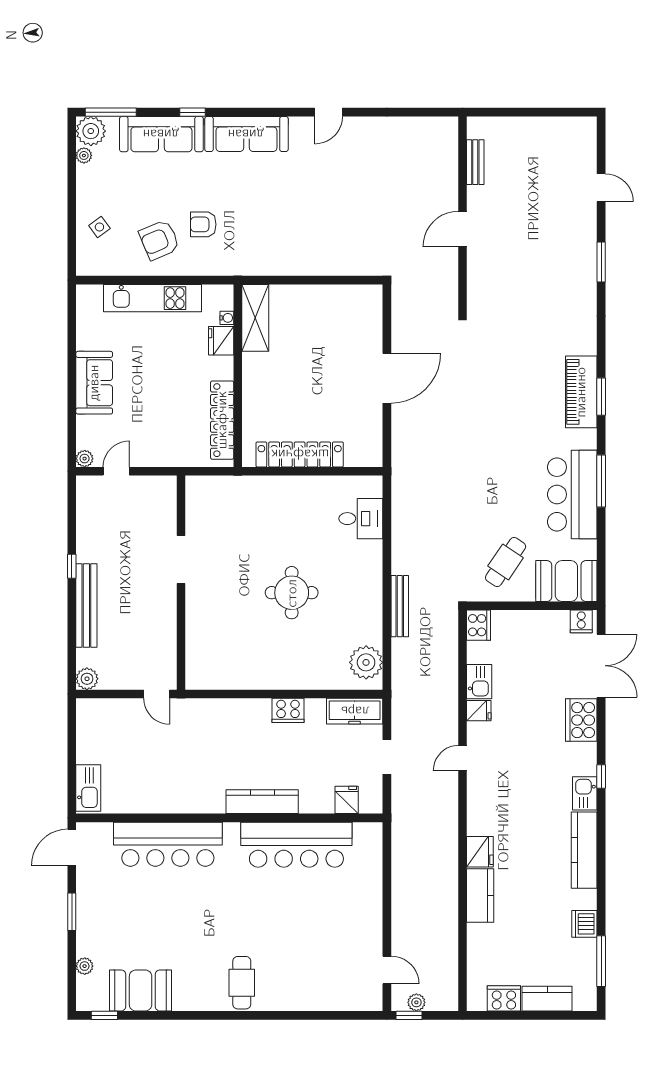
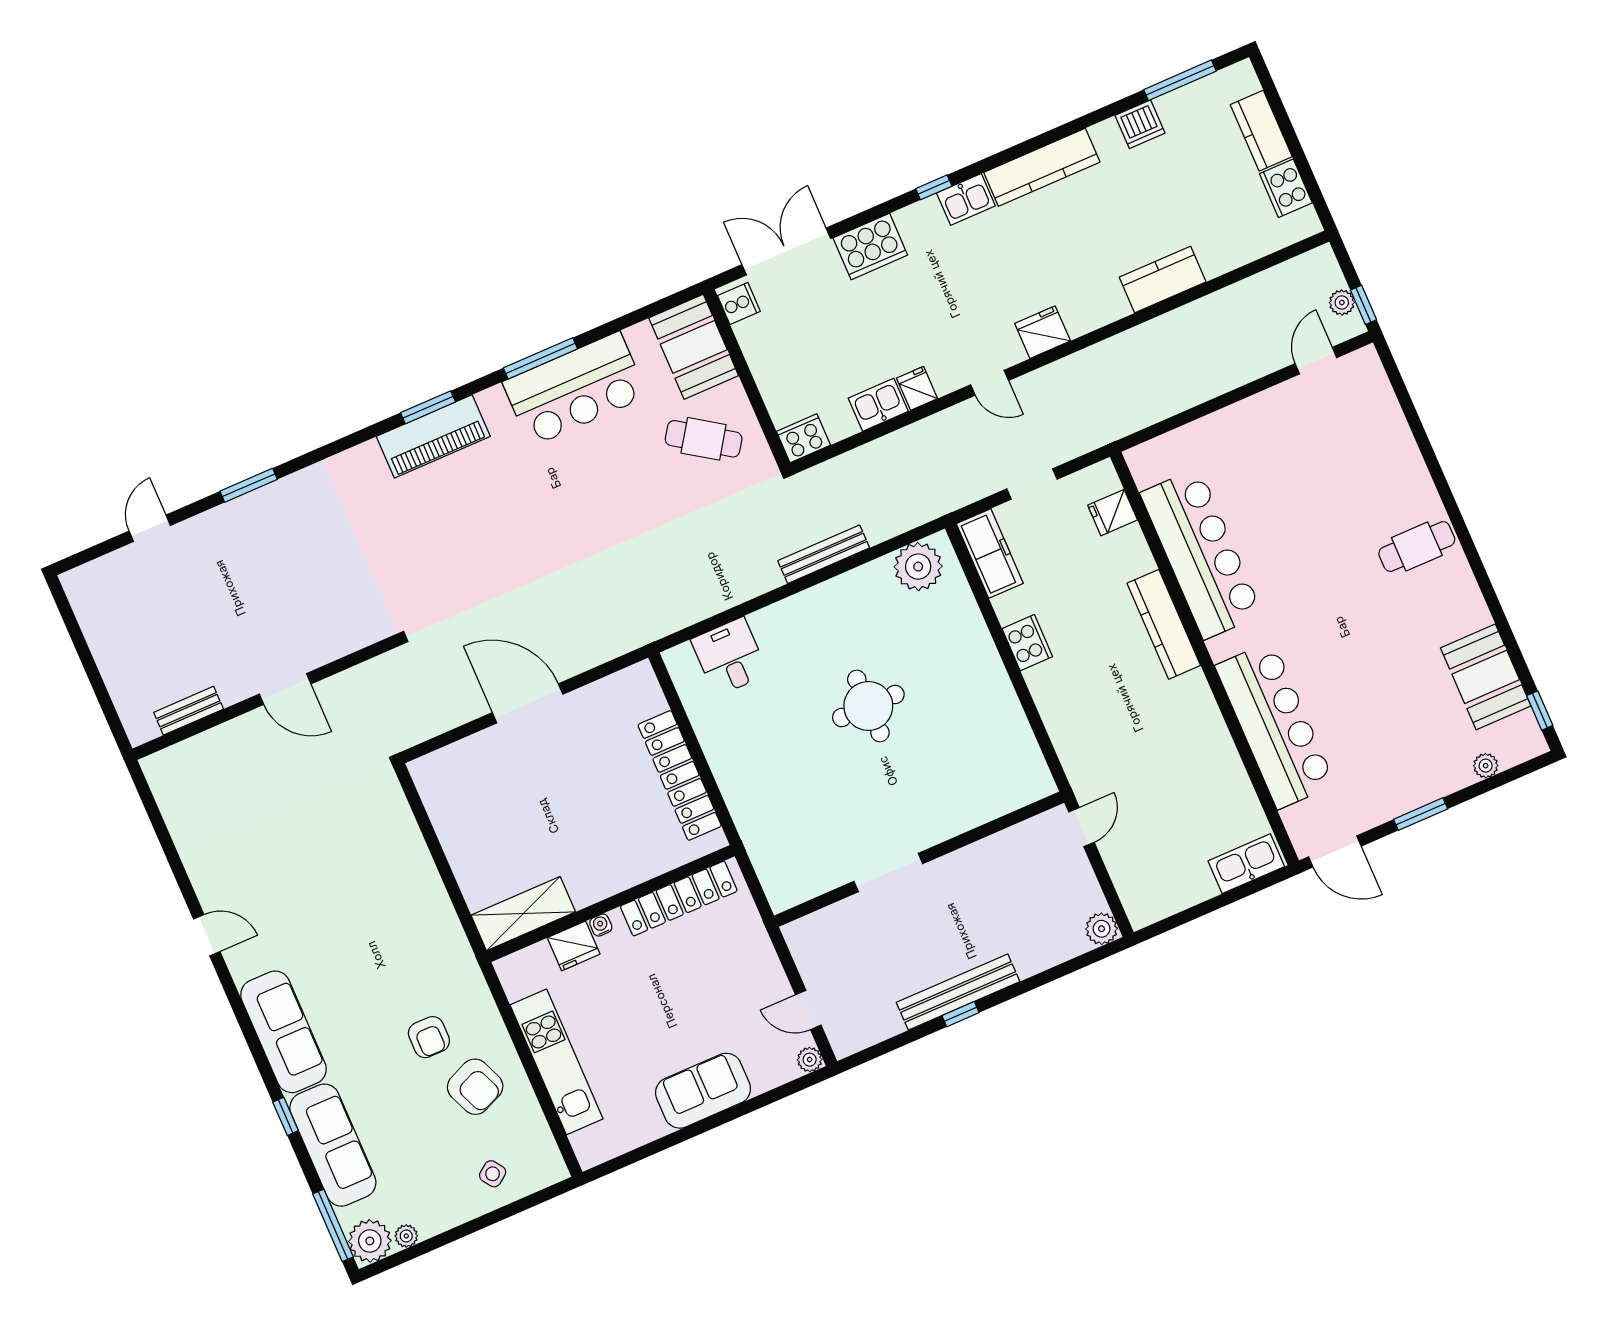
water cooler: (227, 318) -> (601, 925), moved
bench: (86, 605) -> (958, 992), moved
fridge: (480, 852) -> (1043, 332), moved

